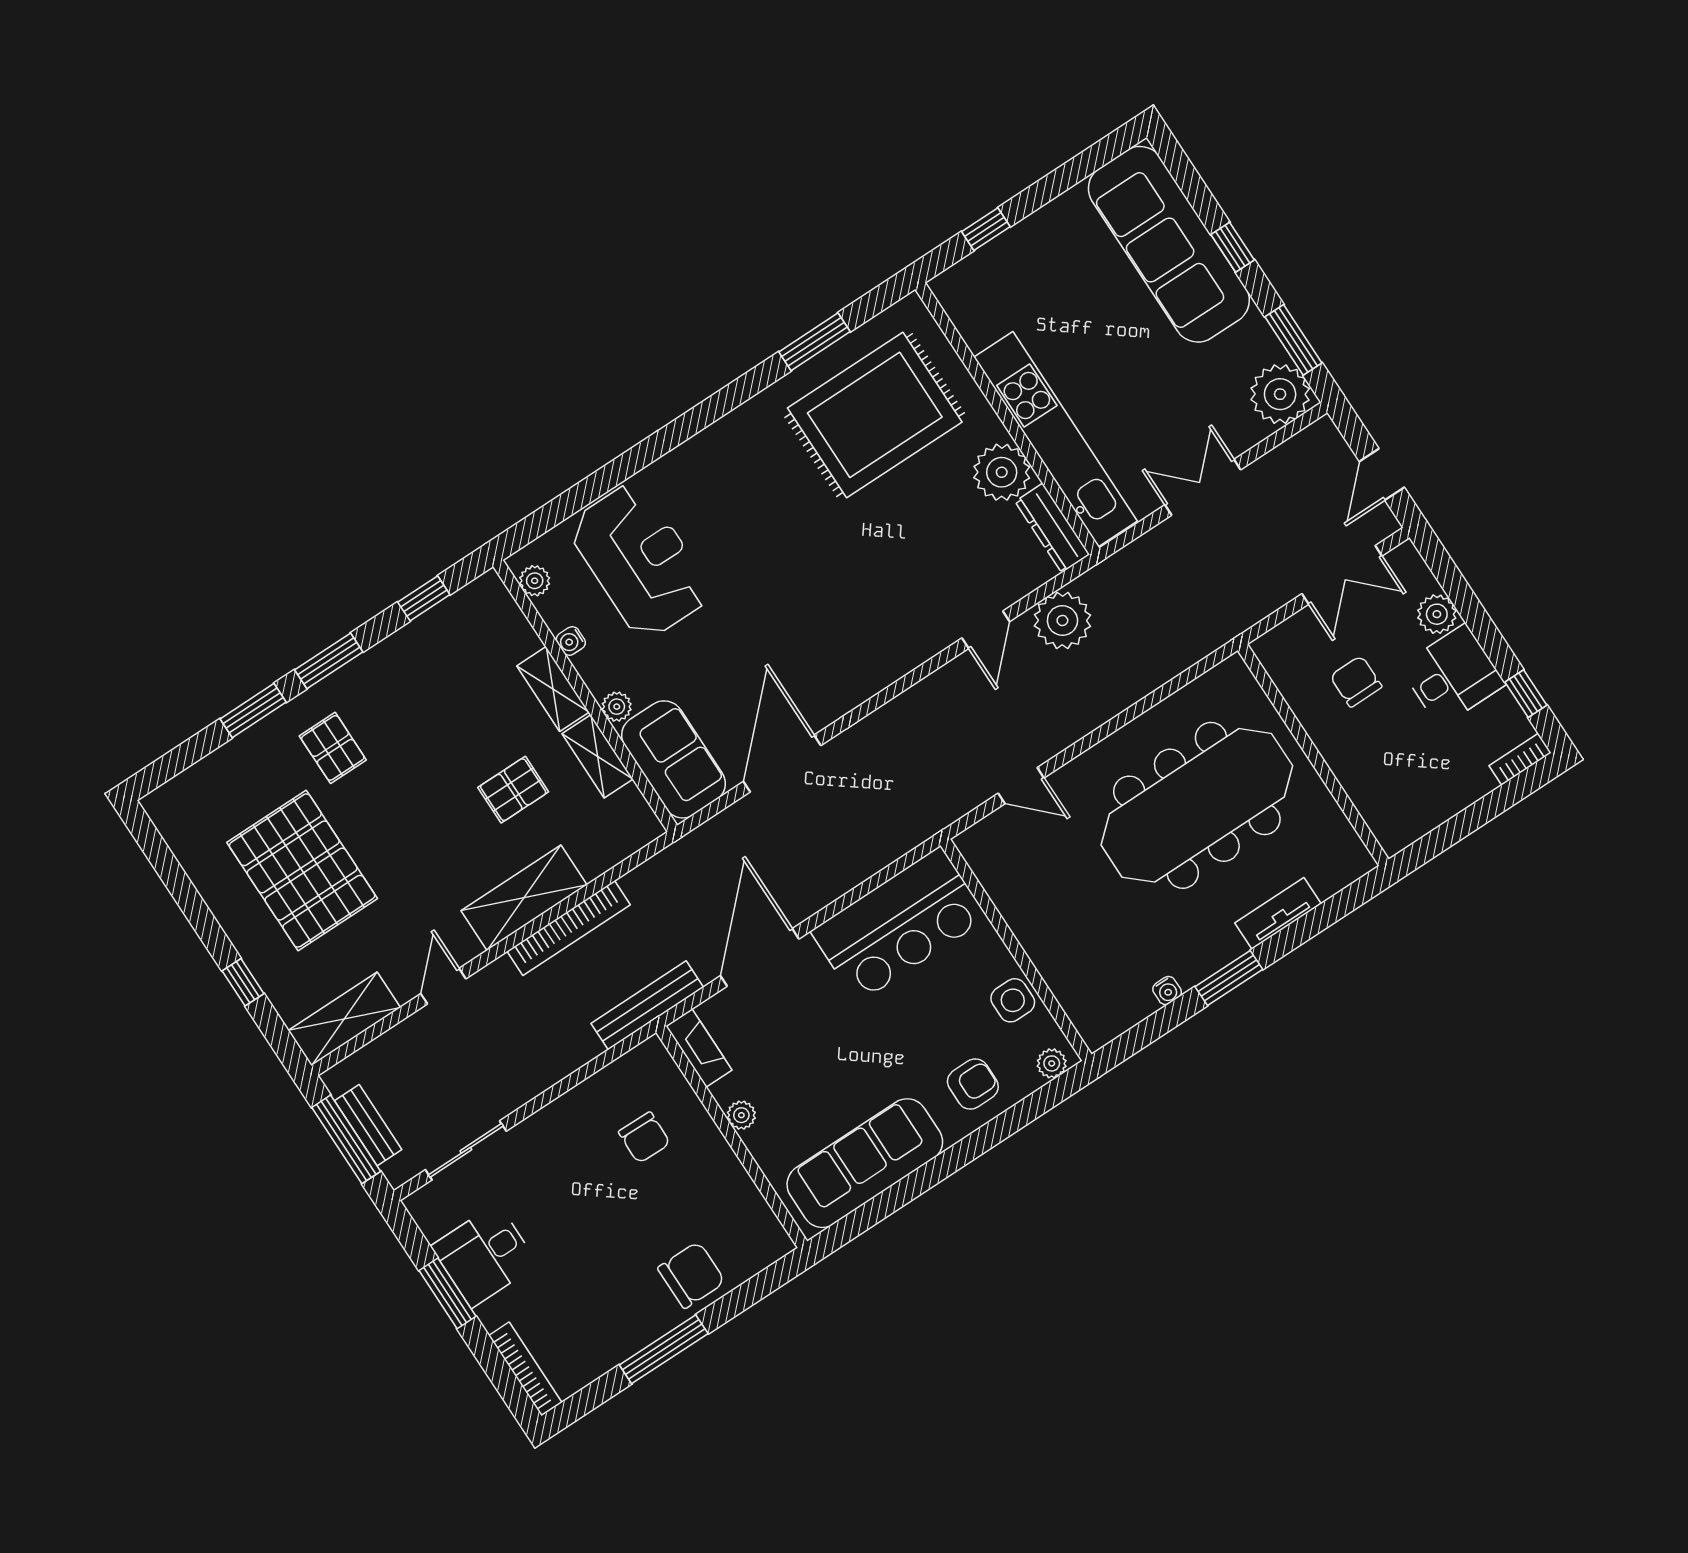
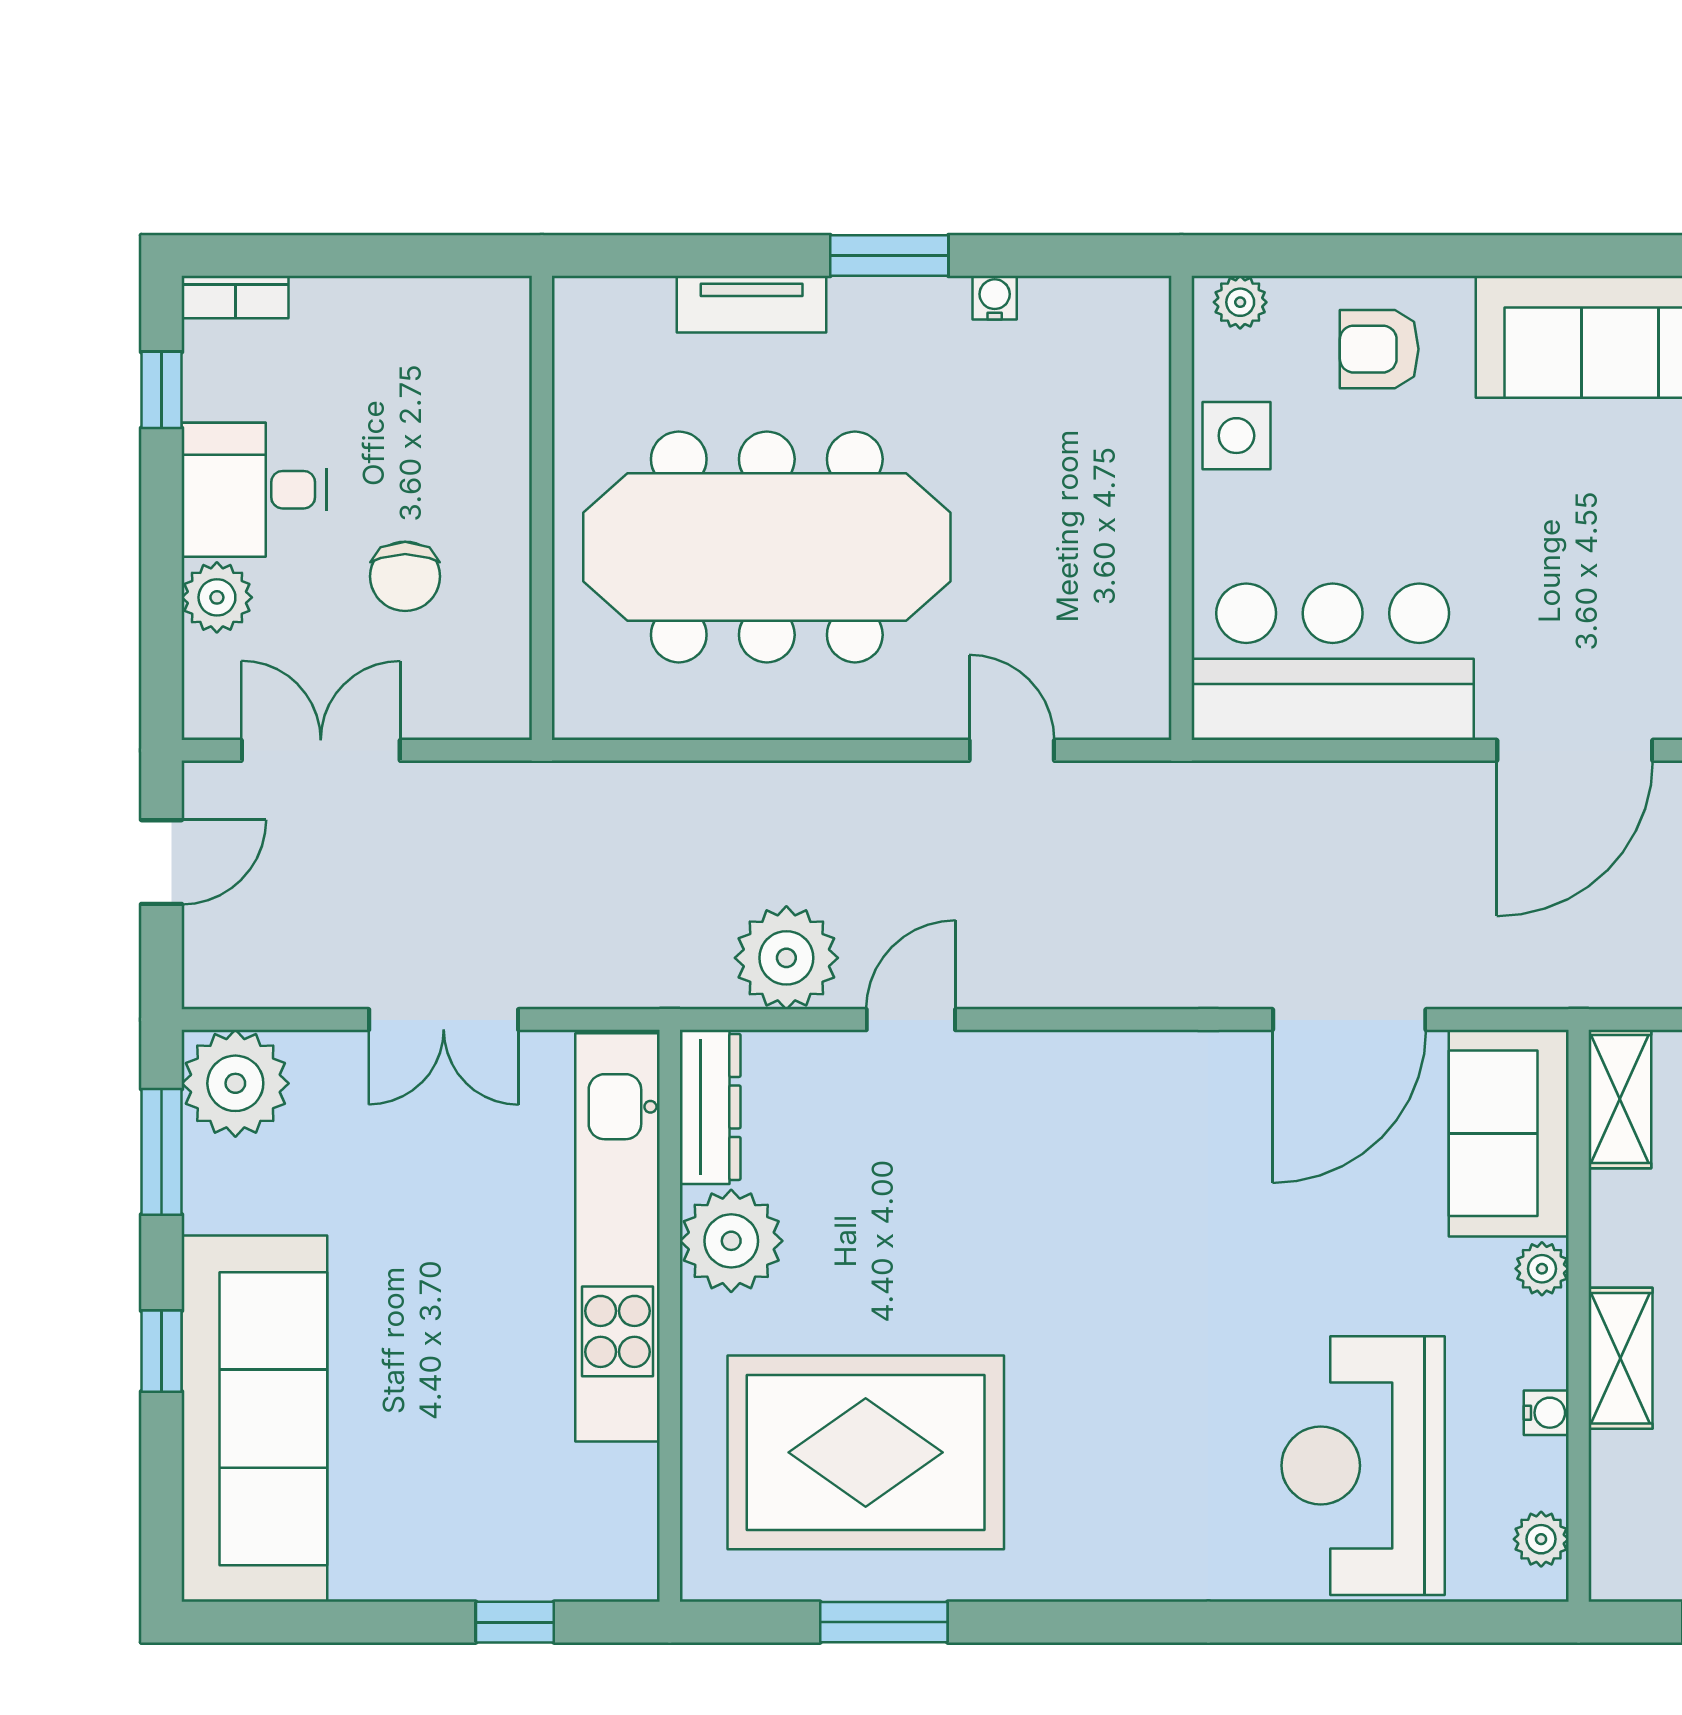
shelving: (598, 756) -> (1620, 1099), moved

